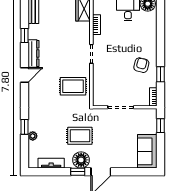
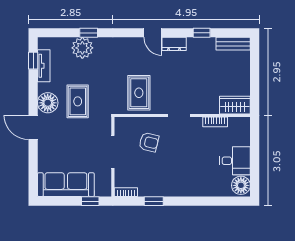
dresser: (34, 54) -> (174, 44), width x0.70
armchair: (141, 65) -> (149, 142), moved
plant: (33, 136) -> (82, 48), width x1.88, depth x1.88
sofa: (147, 151) -> (66, 185), width x1.36
window: (78, 172) -> (33, 61), moved

